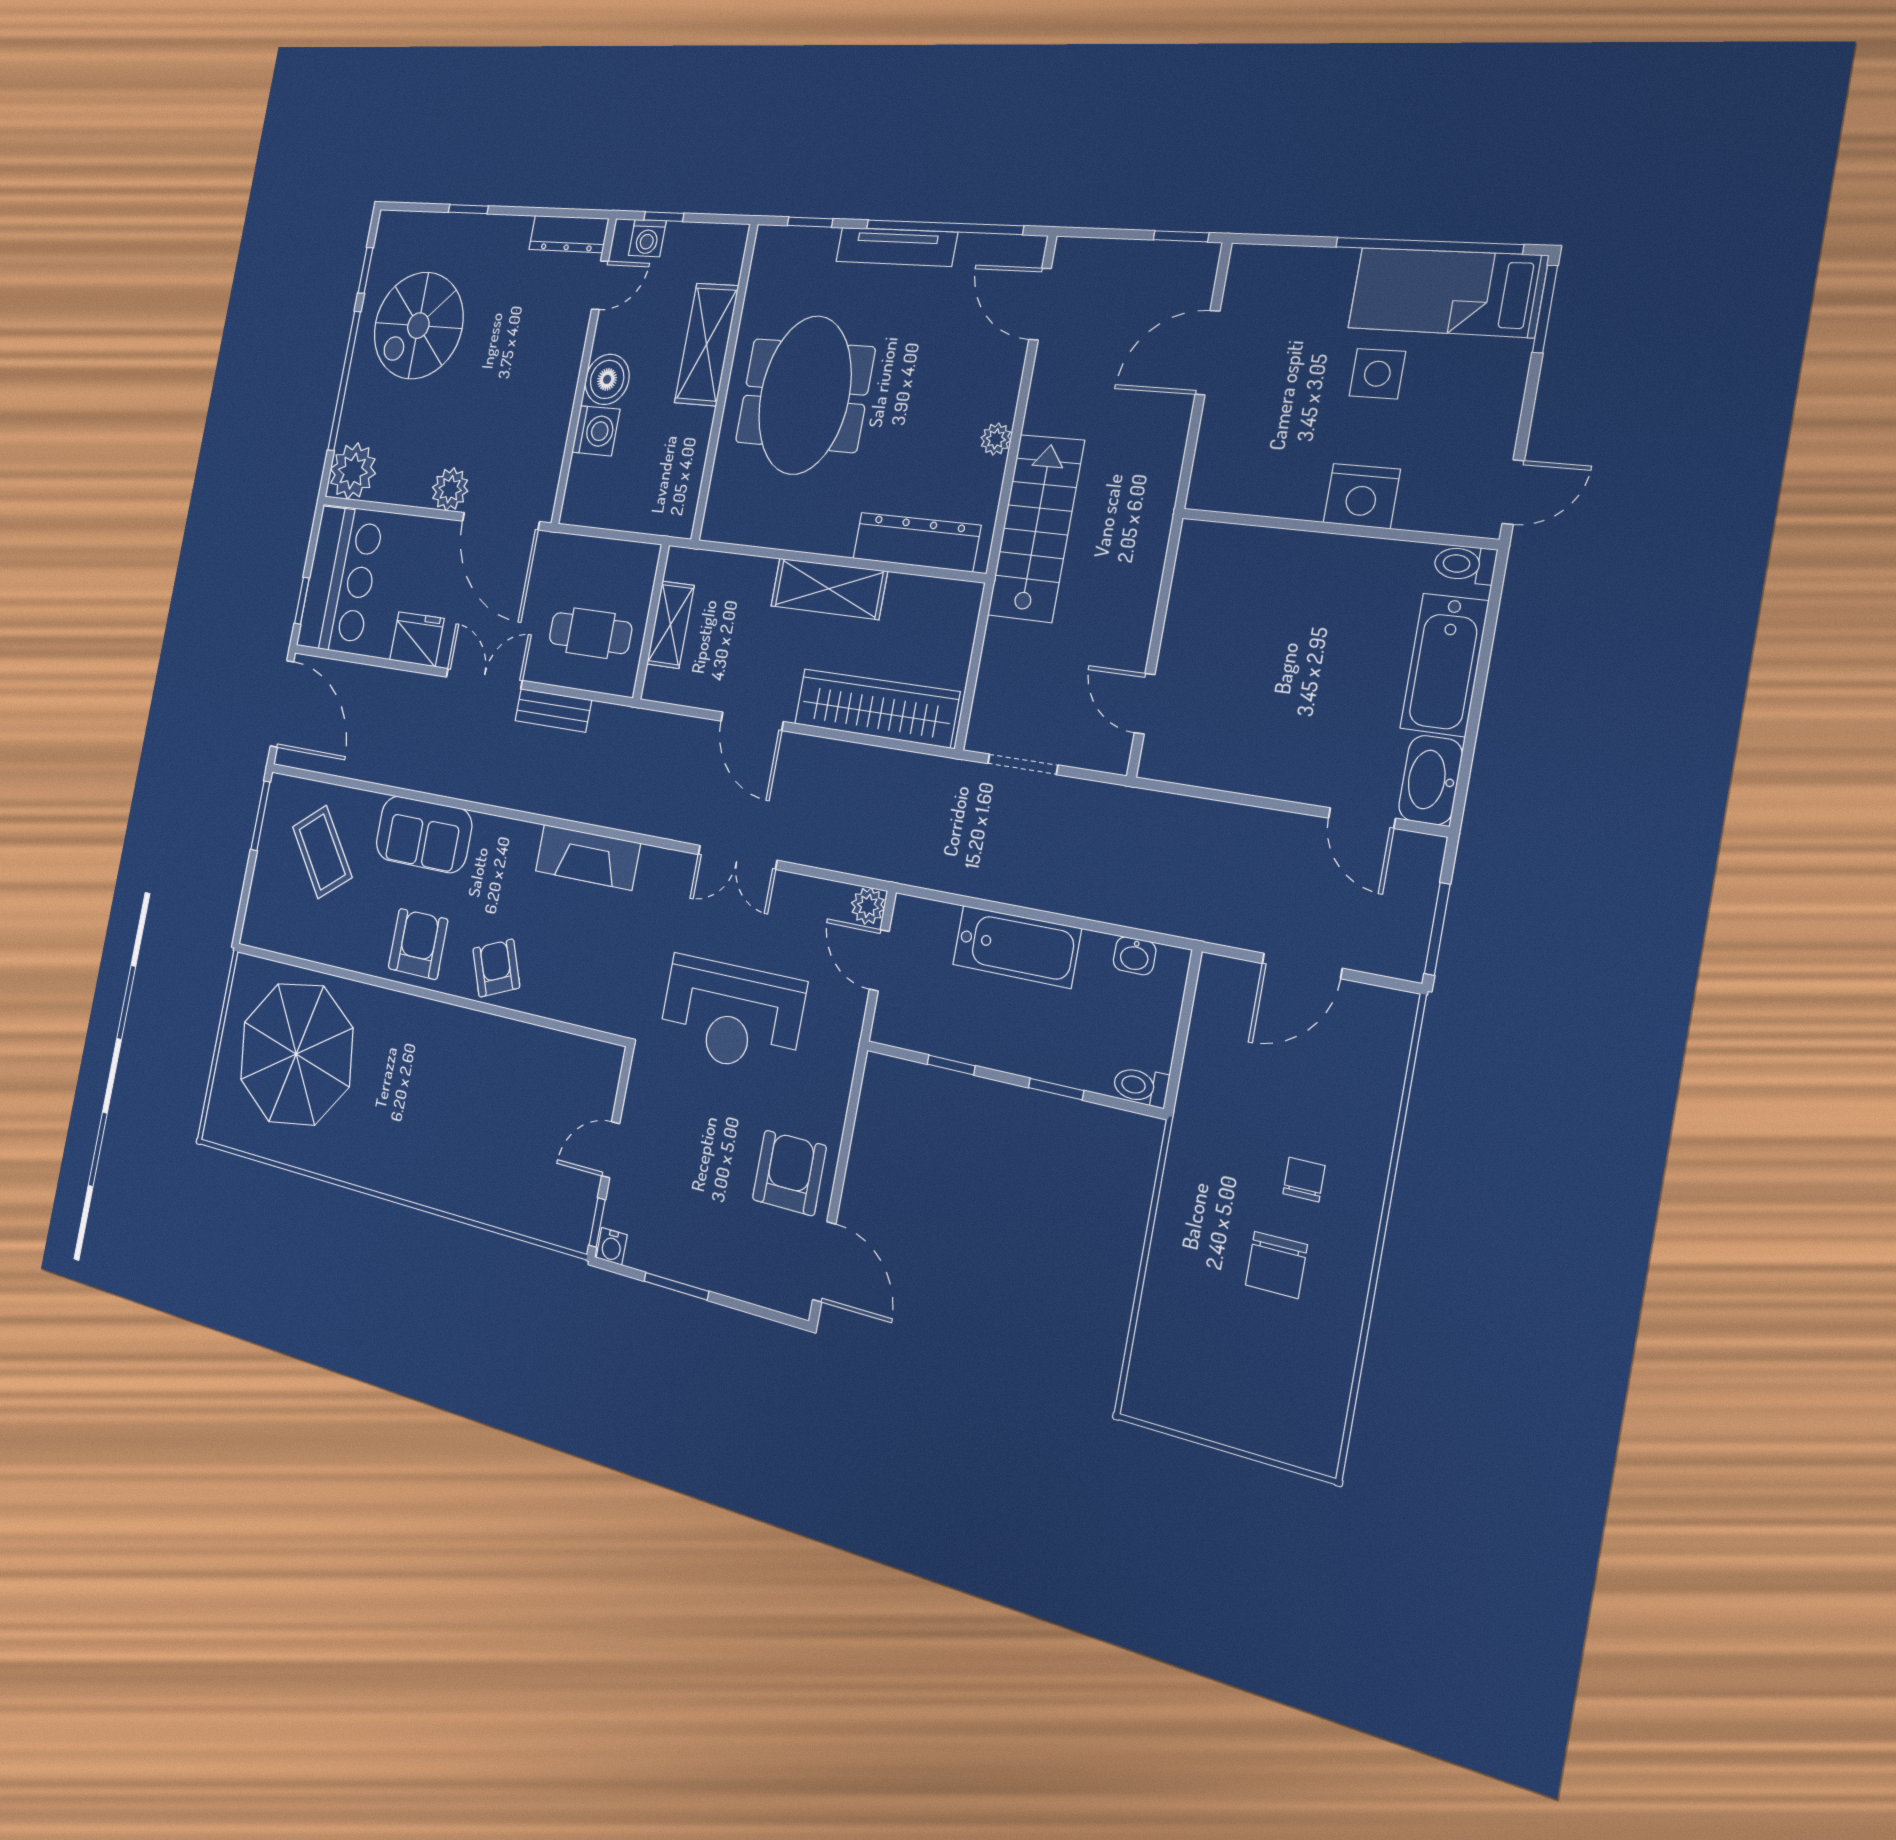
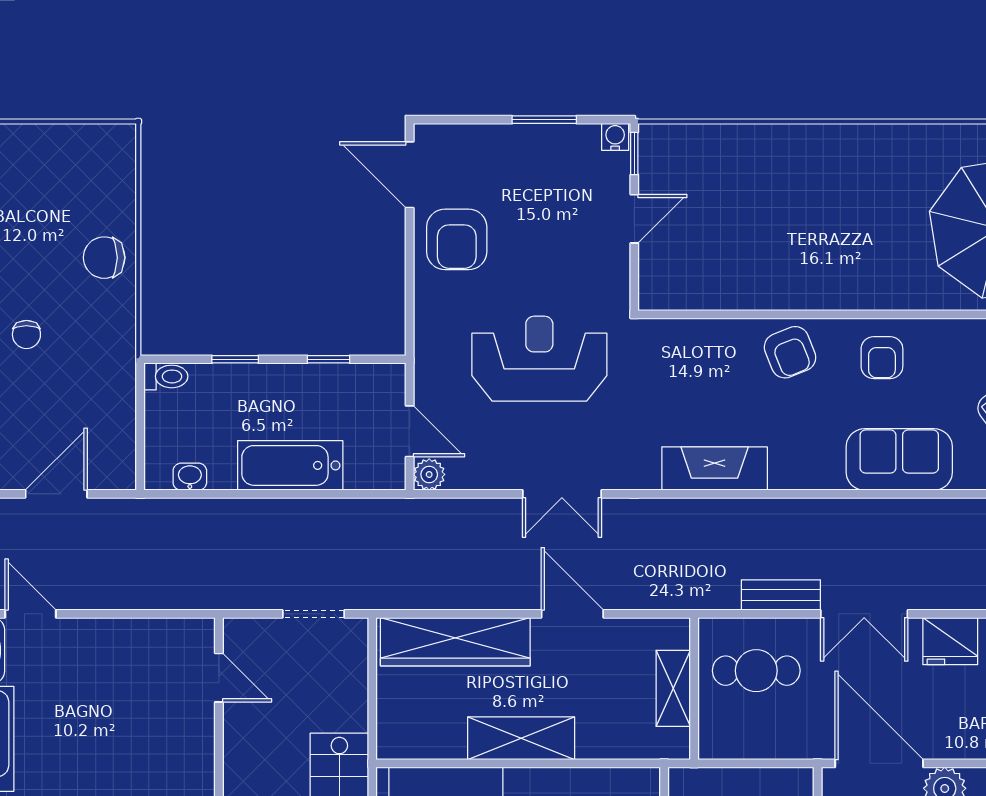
double door: (737, 857) -> (562, 494), swing flipped
armchair: (418, 944) -> (882, 358), width x0.72, depth x0.72
chair: (1276, 1265) -> (104, 258), moved, turned -90

